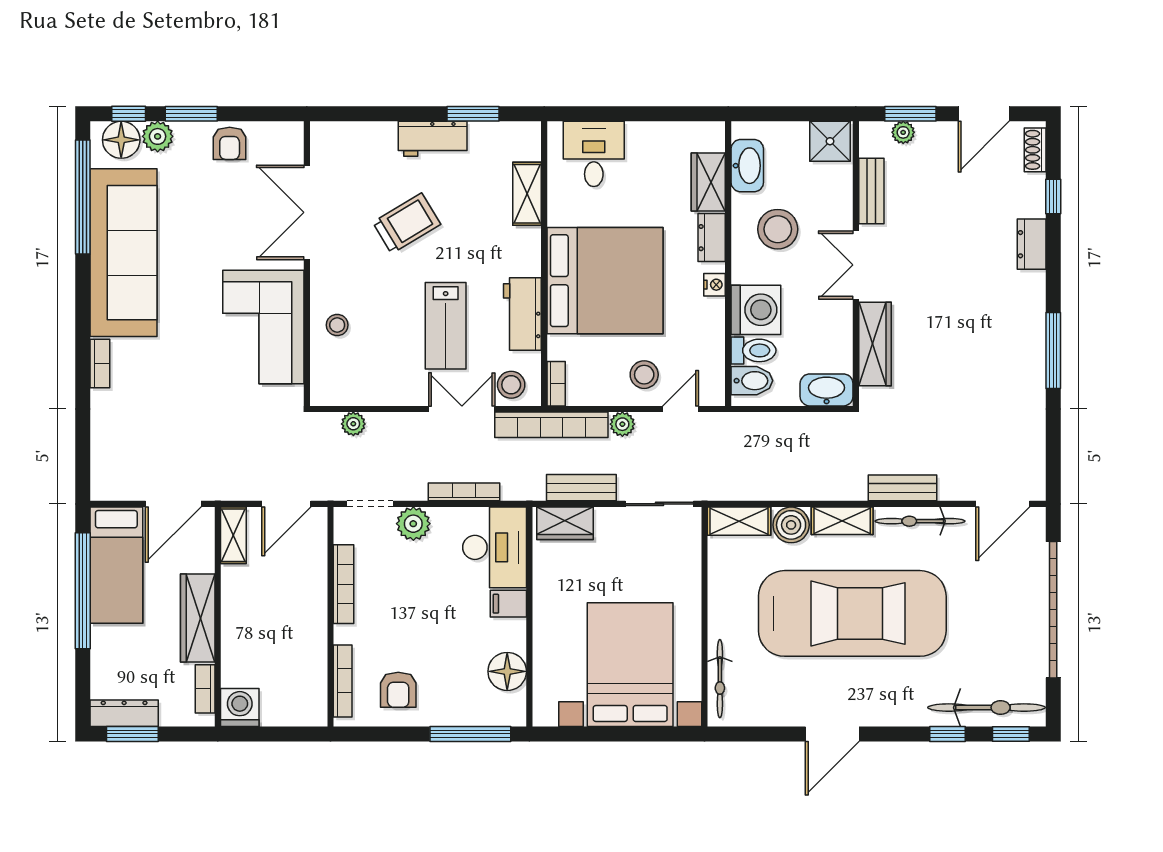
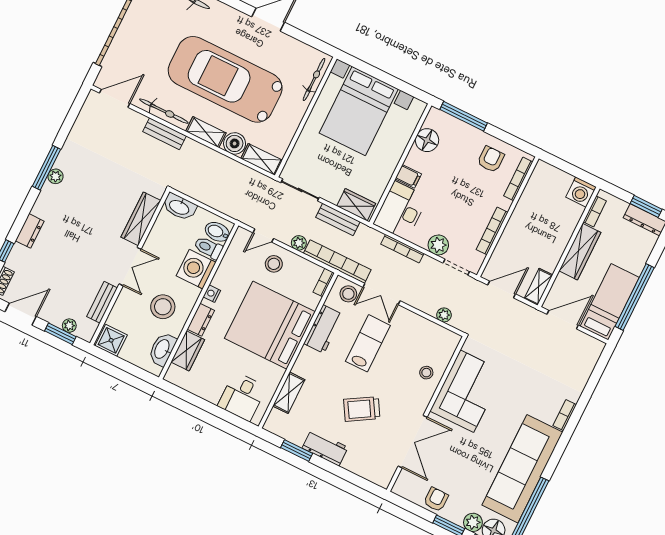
plant: (1033, 344) -> (55, 176), added

